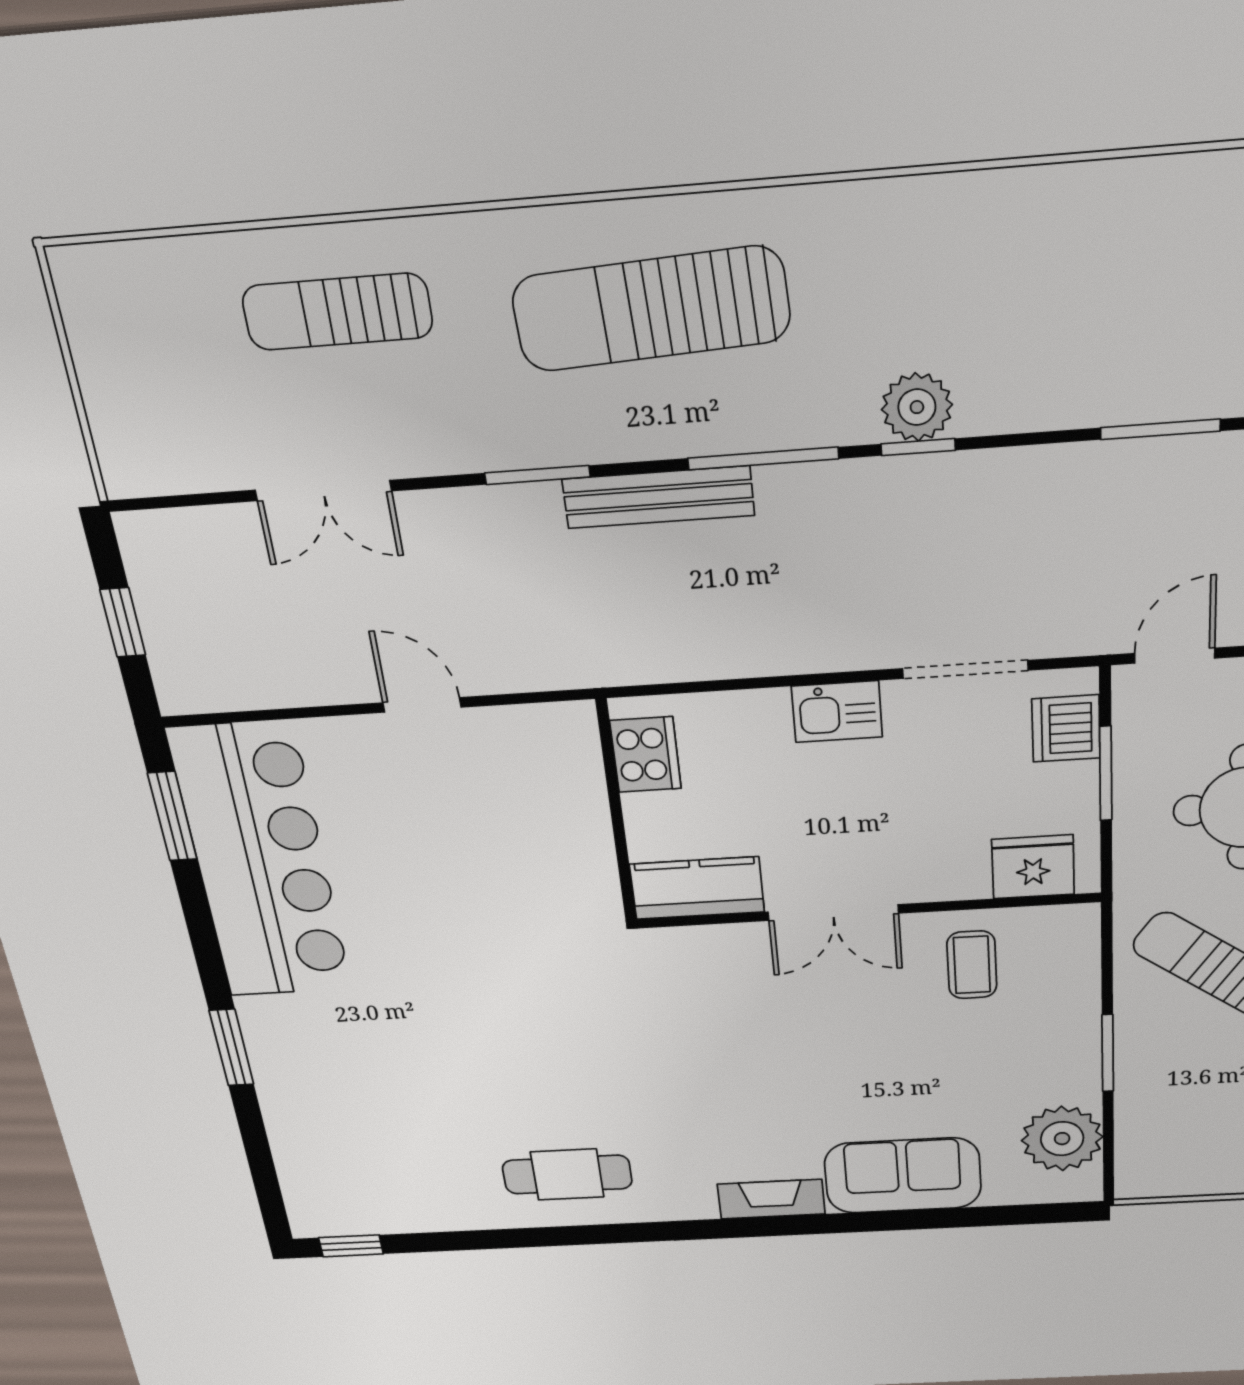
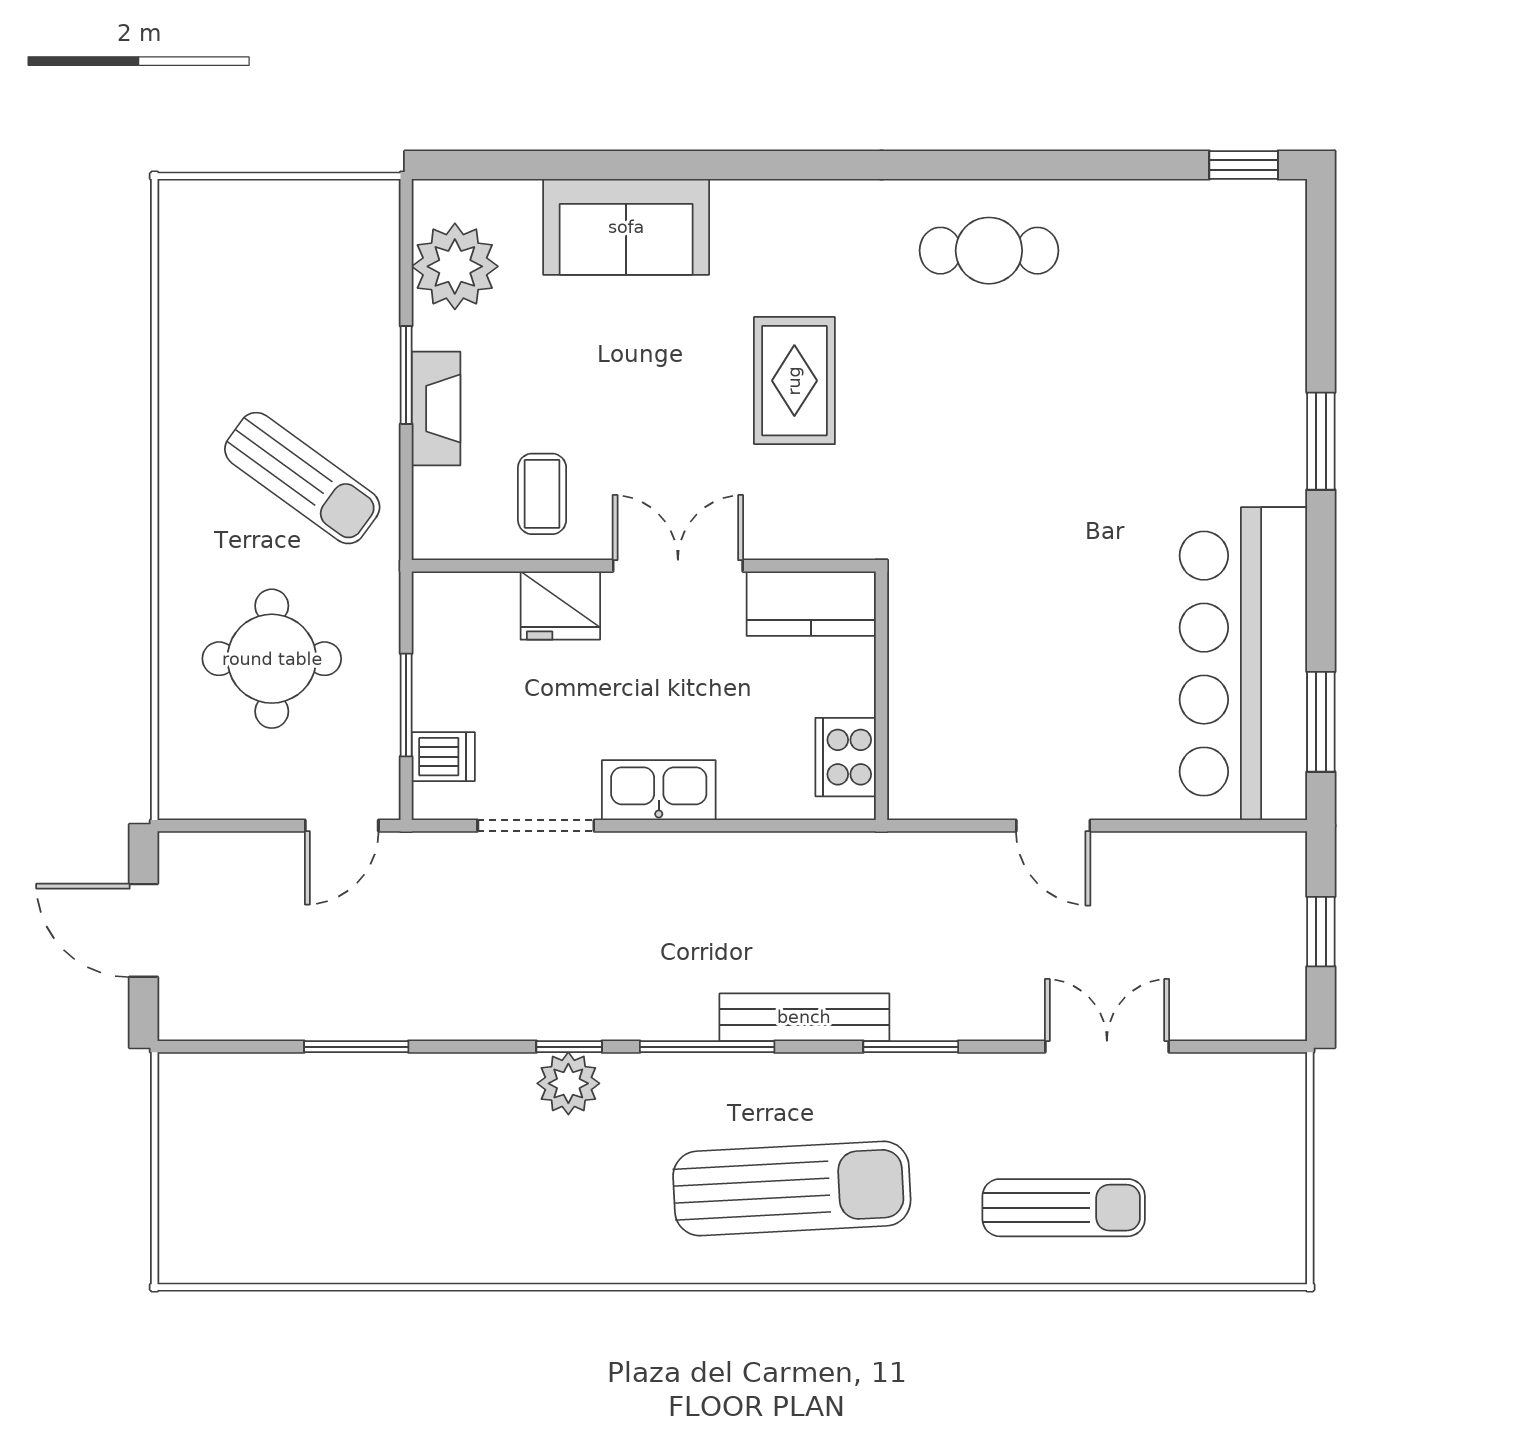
kitchen sink: (837, 712) -> (659, 790), width x1.38
dishwasher: (1066, 728) -> (443, 757), width x0.73
fridge: (1033, 867) -> (560, 605), moved
rug: (734, 1068) -> (794, 381), added
fireplace: (771, 1199) -> (436, 409), moved, turned -90

